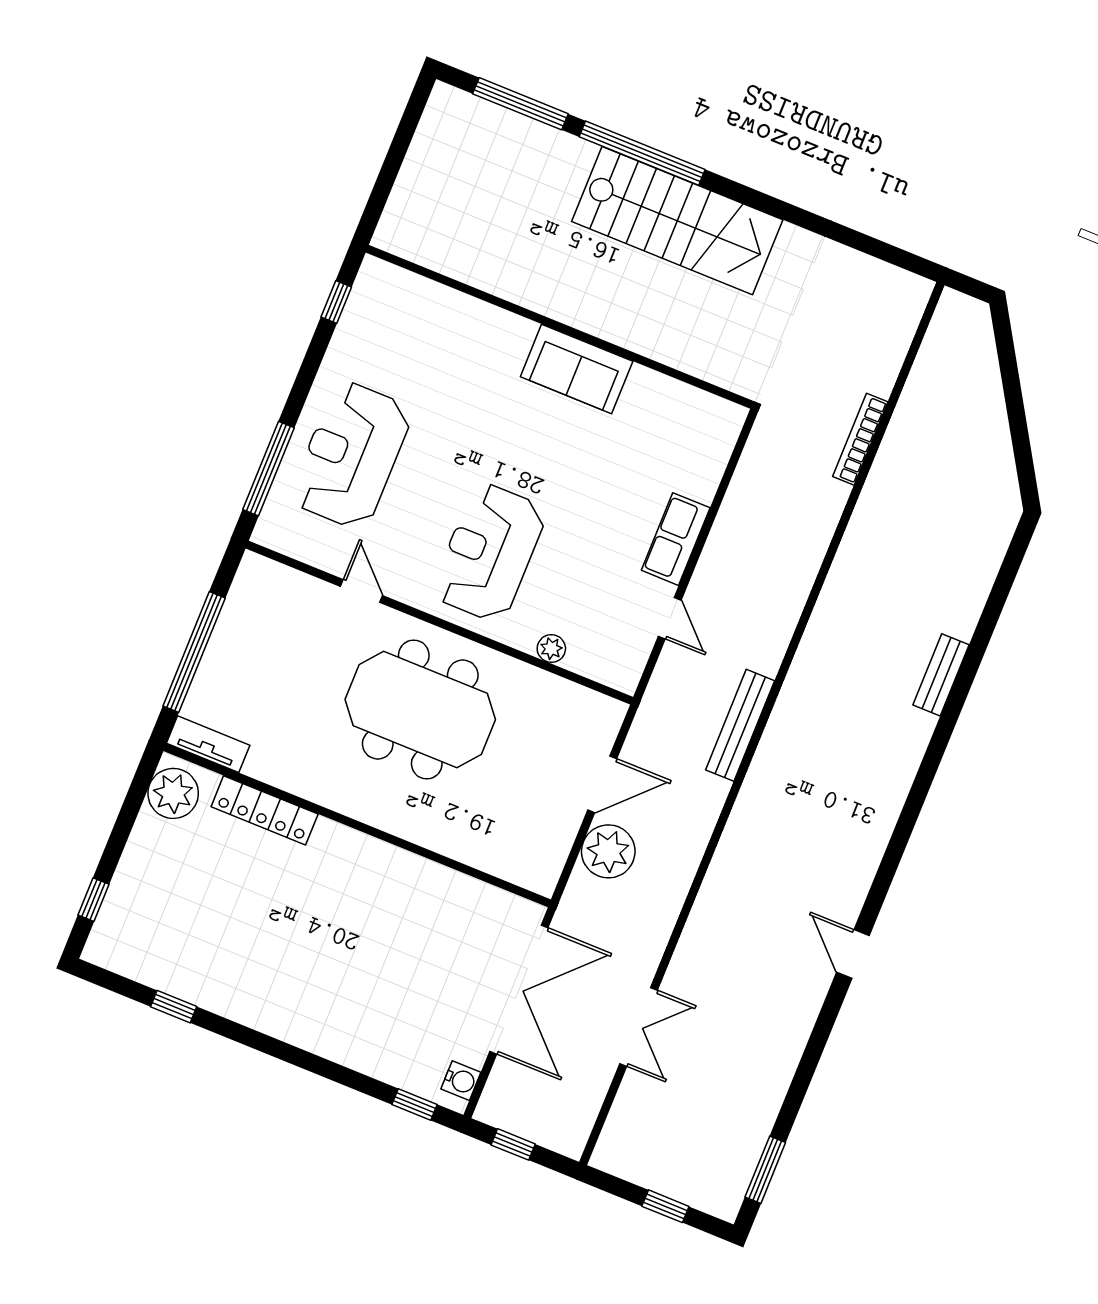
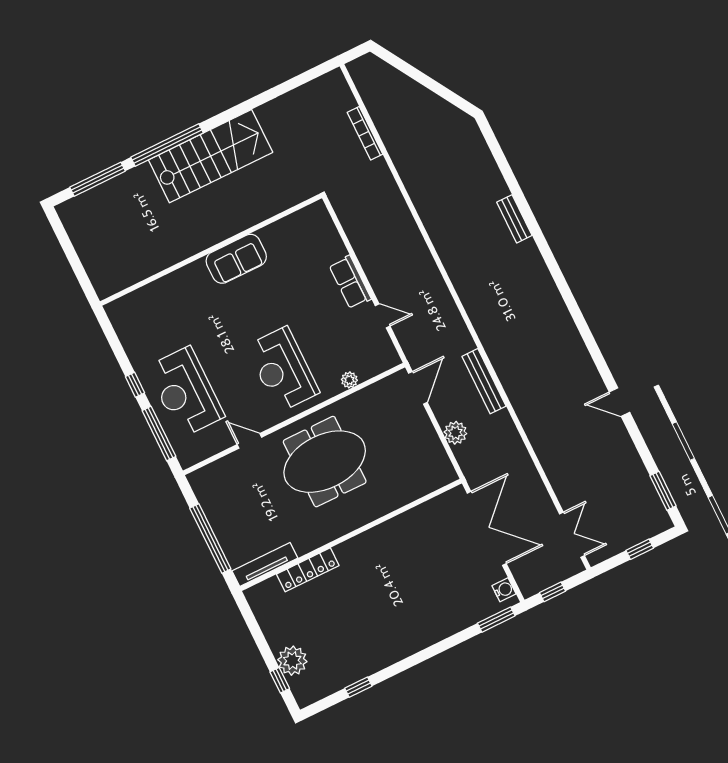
window: (336, 302) -> (135, 385), moved
bookcase: (860, 439) -> (365, 133), moved
bench: (740, 725) -> (484, 381), moved
tv unit: (208, 744) -> (265, 564), width x1.41
door: (602, 784) -> (418, 388), moved
plant: (173, 793) -> (292, 661), moved
plant: (608, 851) -> (455, 433), width x0.73, depth x0.73
door: (853, 954) -> (619, 402), moved
double door: (639, 1027) -> (572, 535), moved
window: (415, 1104) -> (496, 620), width x1.50

